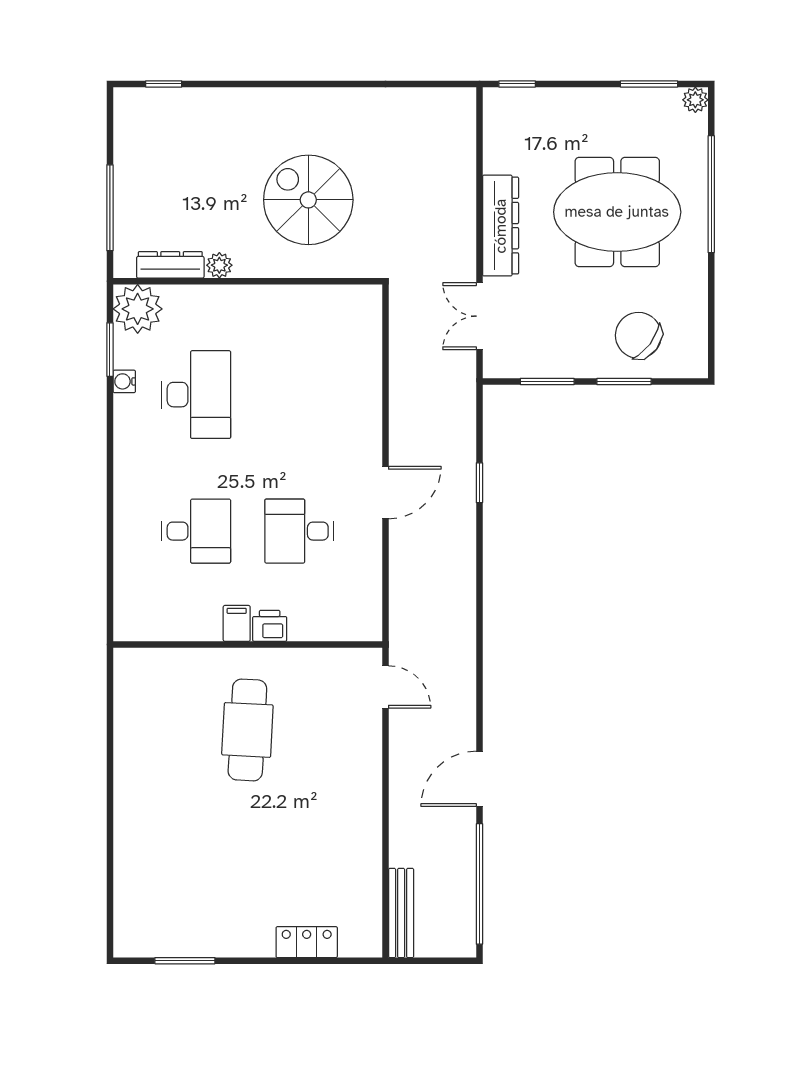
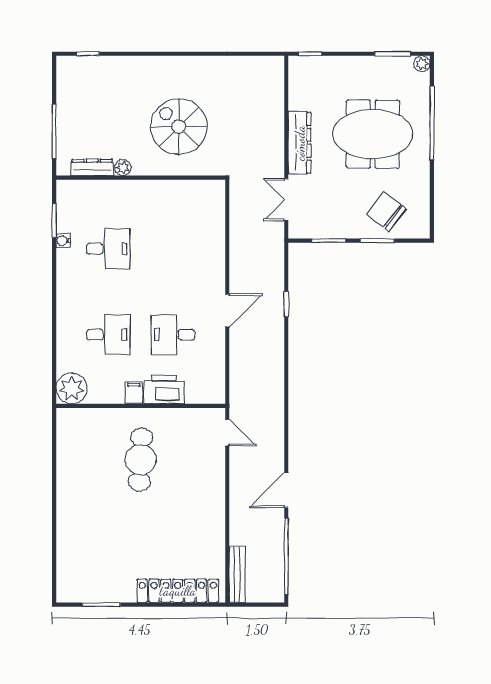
plant: (138, 309) -> (72, 388), moved
desk: (196, 395) -> (108, 249), width x0.73
printer: (270, 626) -> (164, 389), width x1.87, depth x1.48
locker: (307, 942) -> (178, 591), width x2.16, depth x1.21

